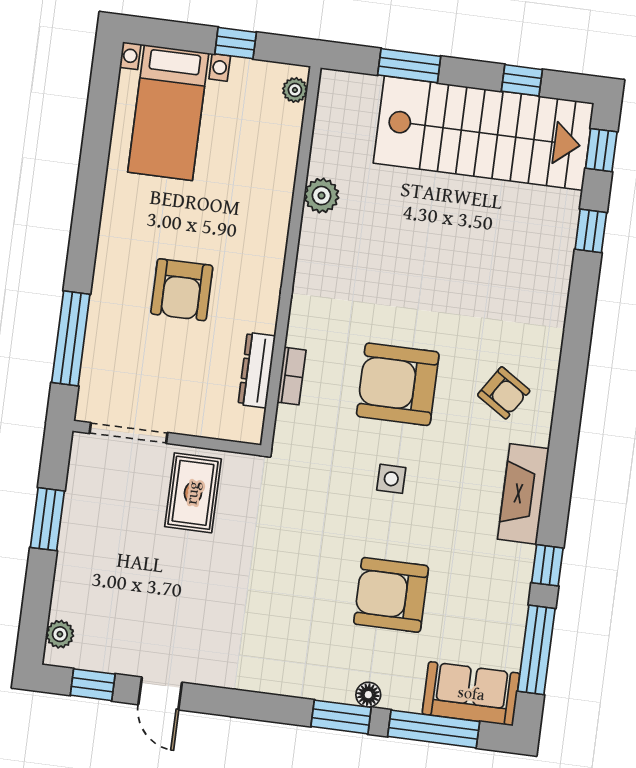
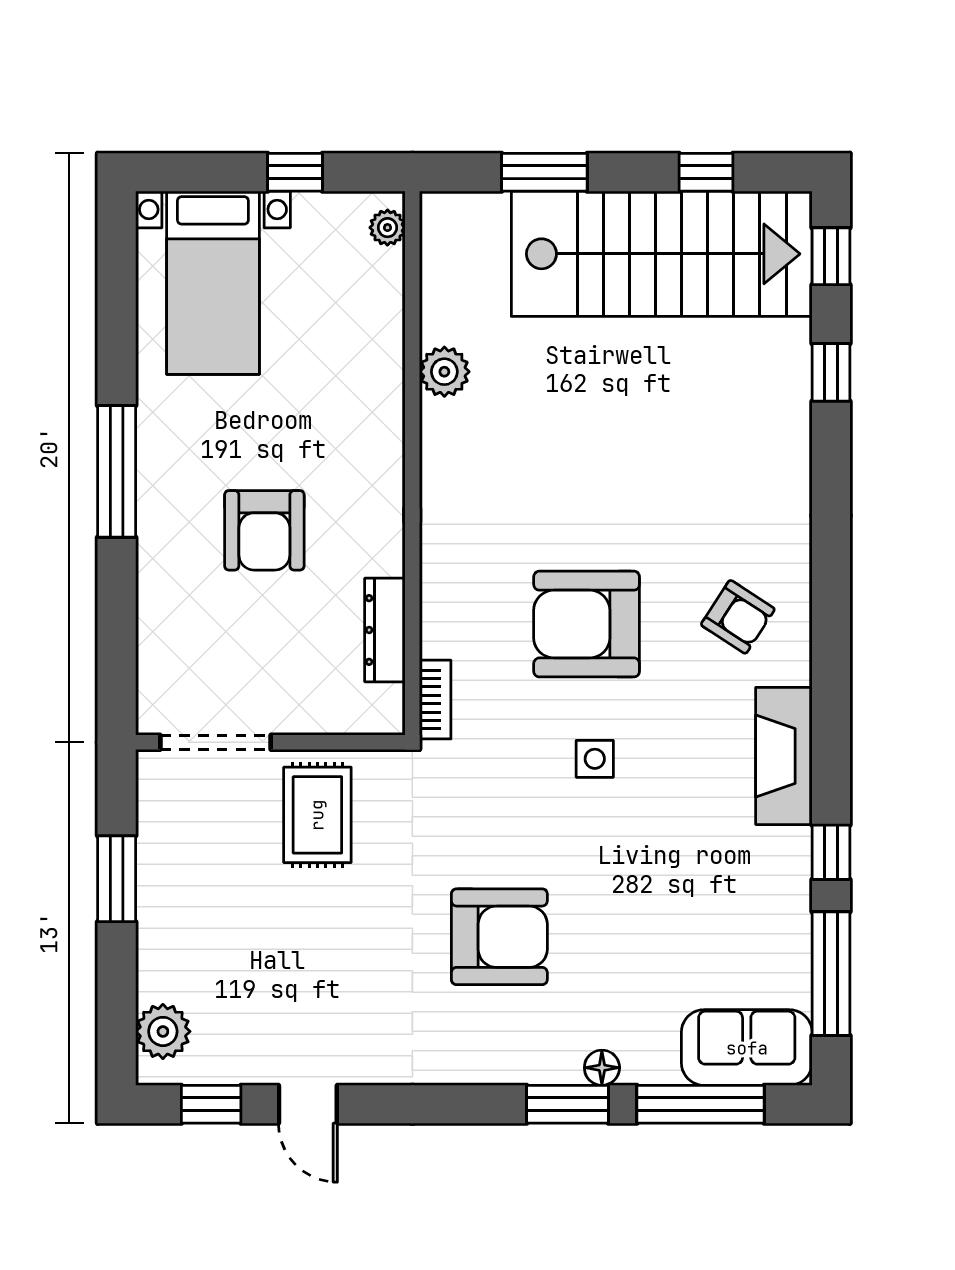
window: (71, 338) -> (117, 471), moved
bookcase: (292, 376) -> (435, 700), moved
armchair: (391, 595) -> (499, 937), moved, turned 180
plant: (60, 634) -> (163, 1031), width x1.38, depth x1.38

